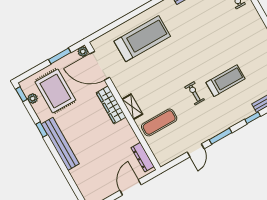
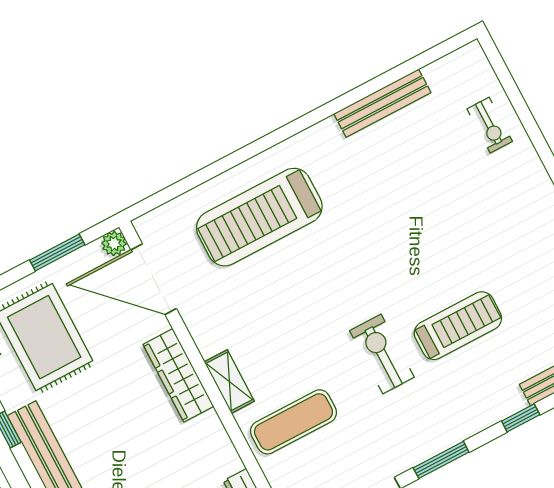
treadmill: (142, 39) -> (259, 217), turned 180
exercise bike: (195, 93) -> (382, 354), width x1.38, depth x1.39

